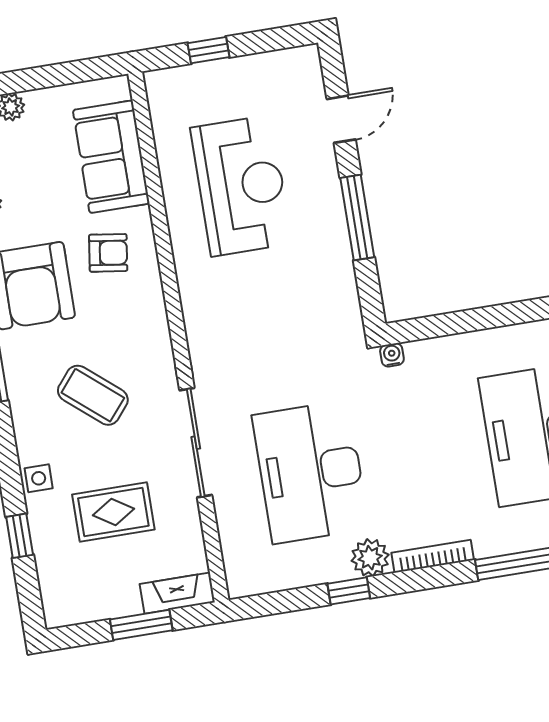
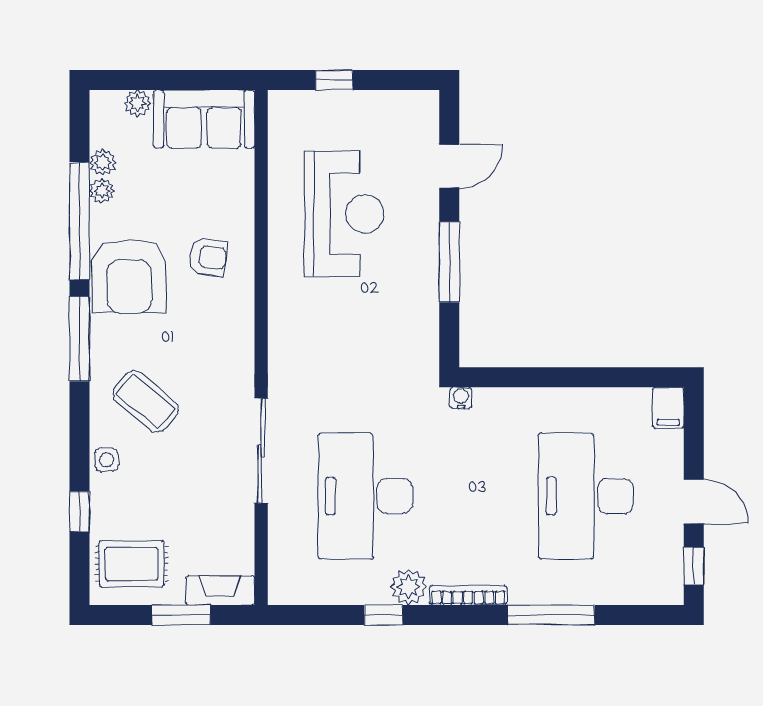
sofa: (111, 157) -> (204, 119), moved, turned -90
coffee table: (93, 395) -> (146, 401), moved
rug: (113, 512) -> (132, 564), moved

